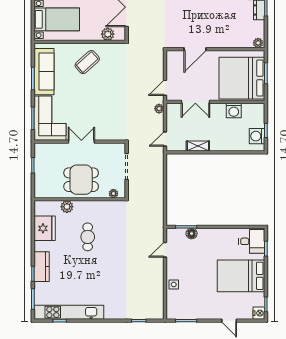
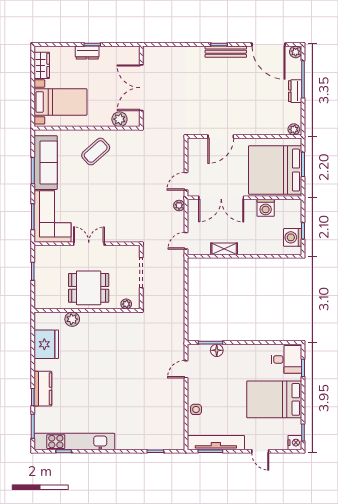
double door: (195, 102) -> (221, 198), width x1.37
cafe table: (88, 237) -> (96, 354), removed
tv unit: (191, 313) -> (216, 443), added

